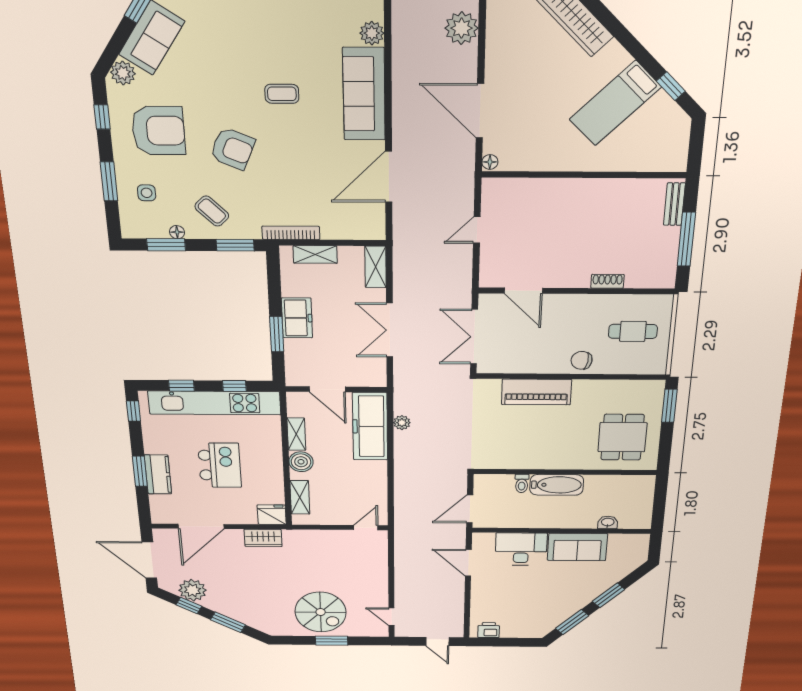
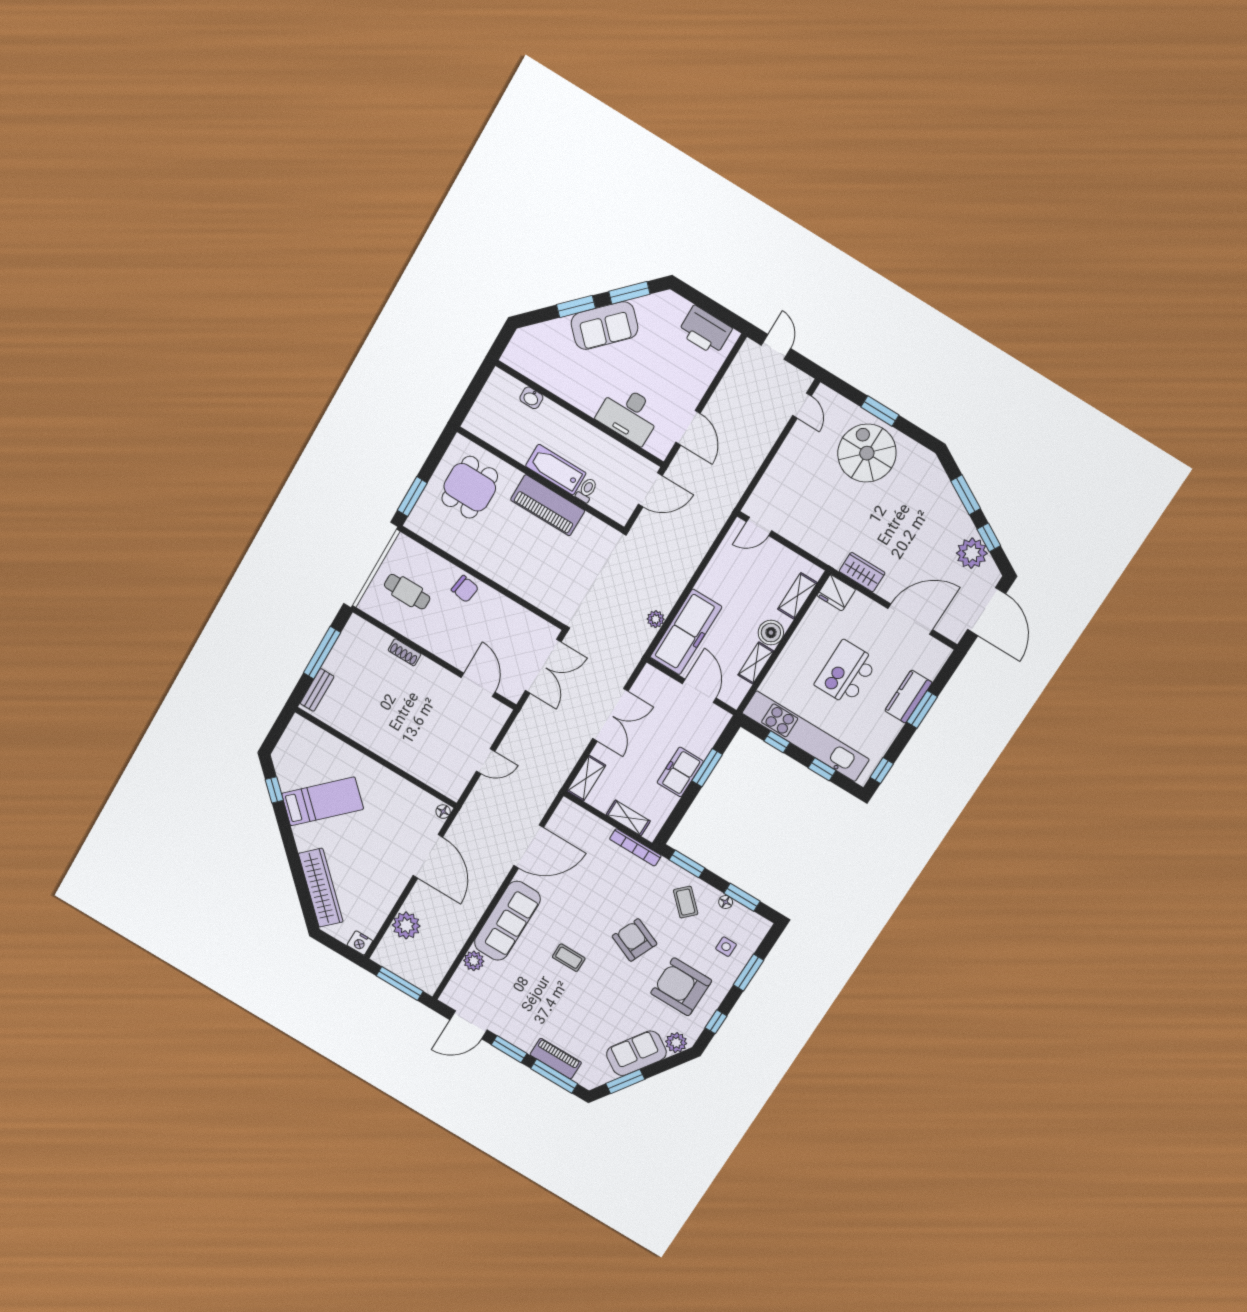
piano: (536, 392) -> (548, 505), moved, turned 180
sofa: (577, 547) -> (604, 326), moved, turned 135
printer: (489, 630) -> (705, 331), width x1.87, depth x1.48

